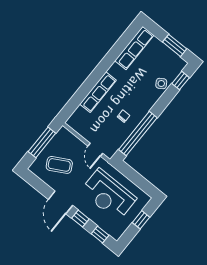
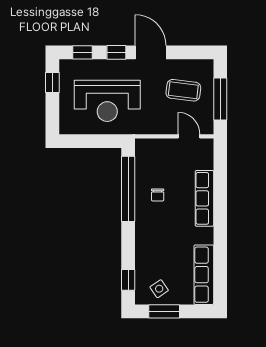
side table: (161, 84) -> (159, 289), moved
door: (95, 150) -> (189, 136), moved
coffee table: (59, 165) -> (183, 90), turned 36
reception desk: (109, 195) -> (107, 101), turned 180
window: (141, 220) -> (52, 83), moved

